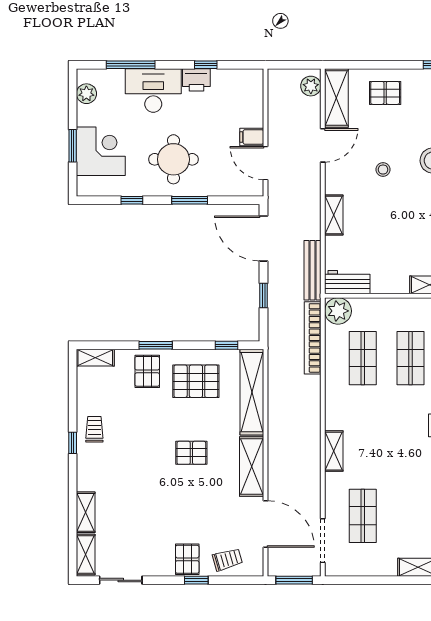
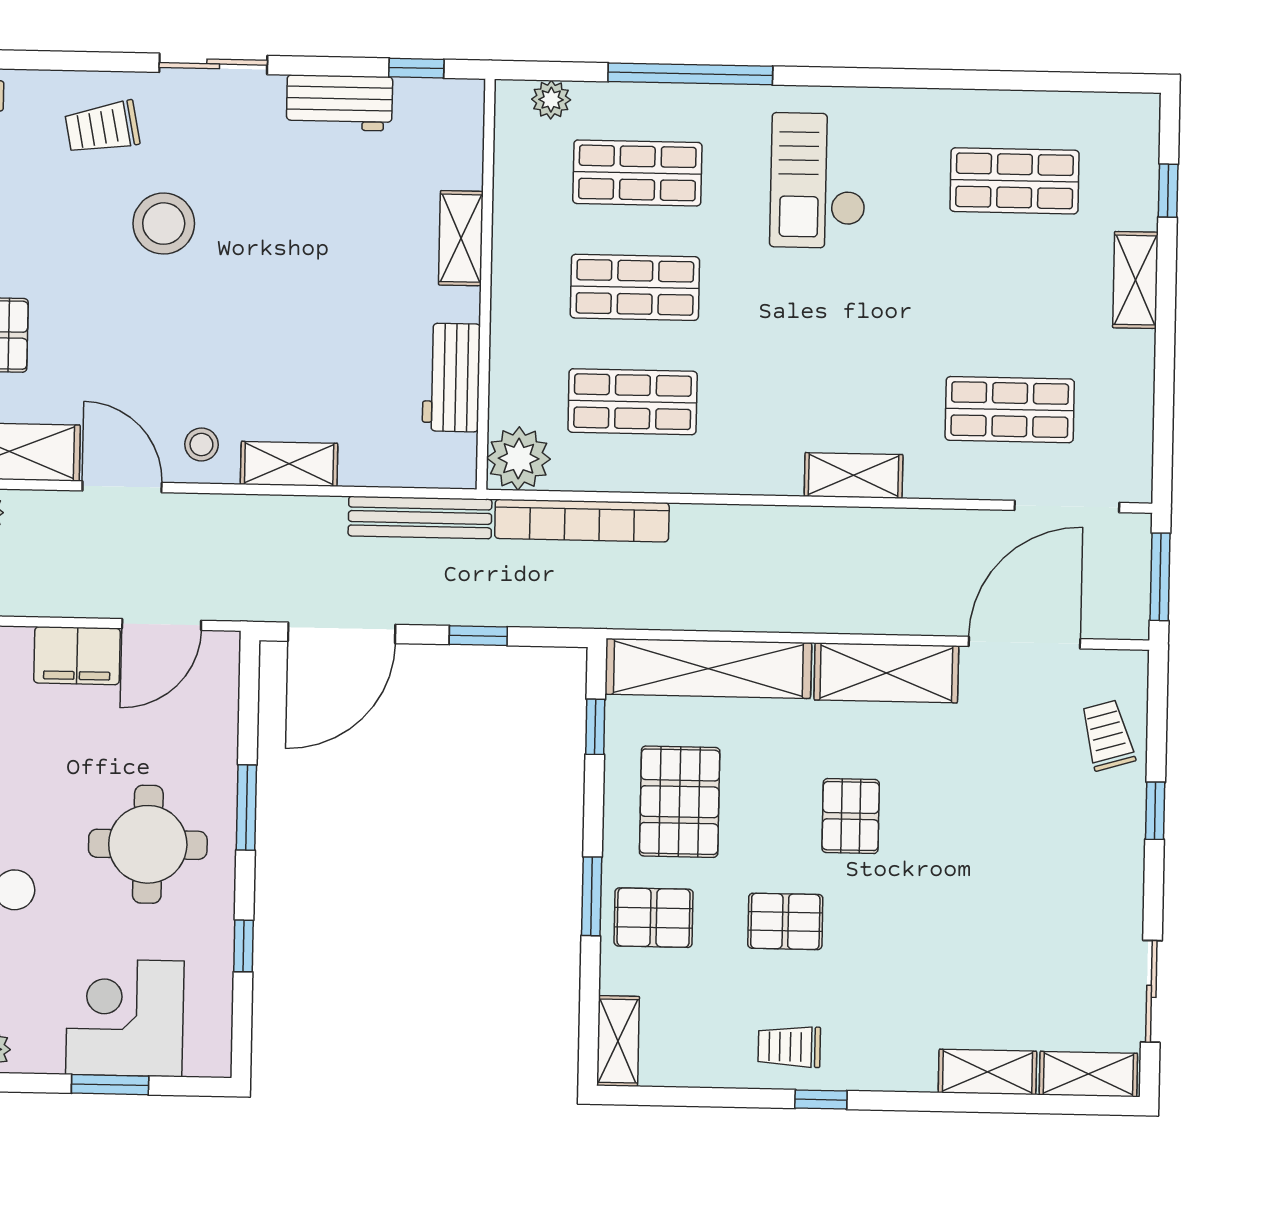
filing cabinet: (252, 137) -> (77, 656), width x2.00
stool: (383, 170) -> (201, 444), moved
workbench: (347, 282) -> (451, 377), moved
pallet: (187, 559) -> (785, 921), moved

